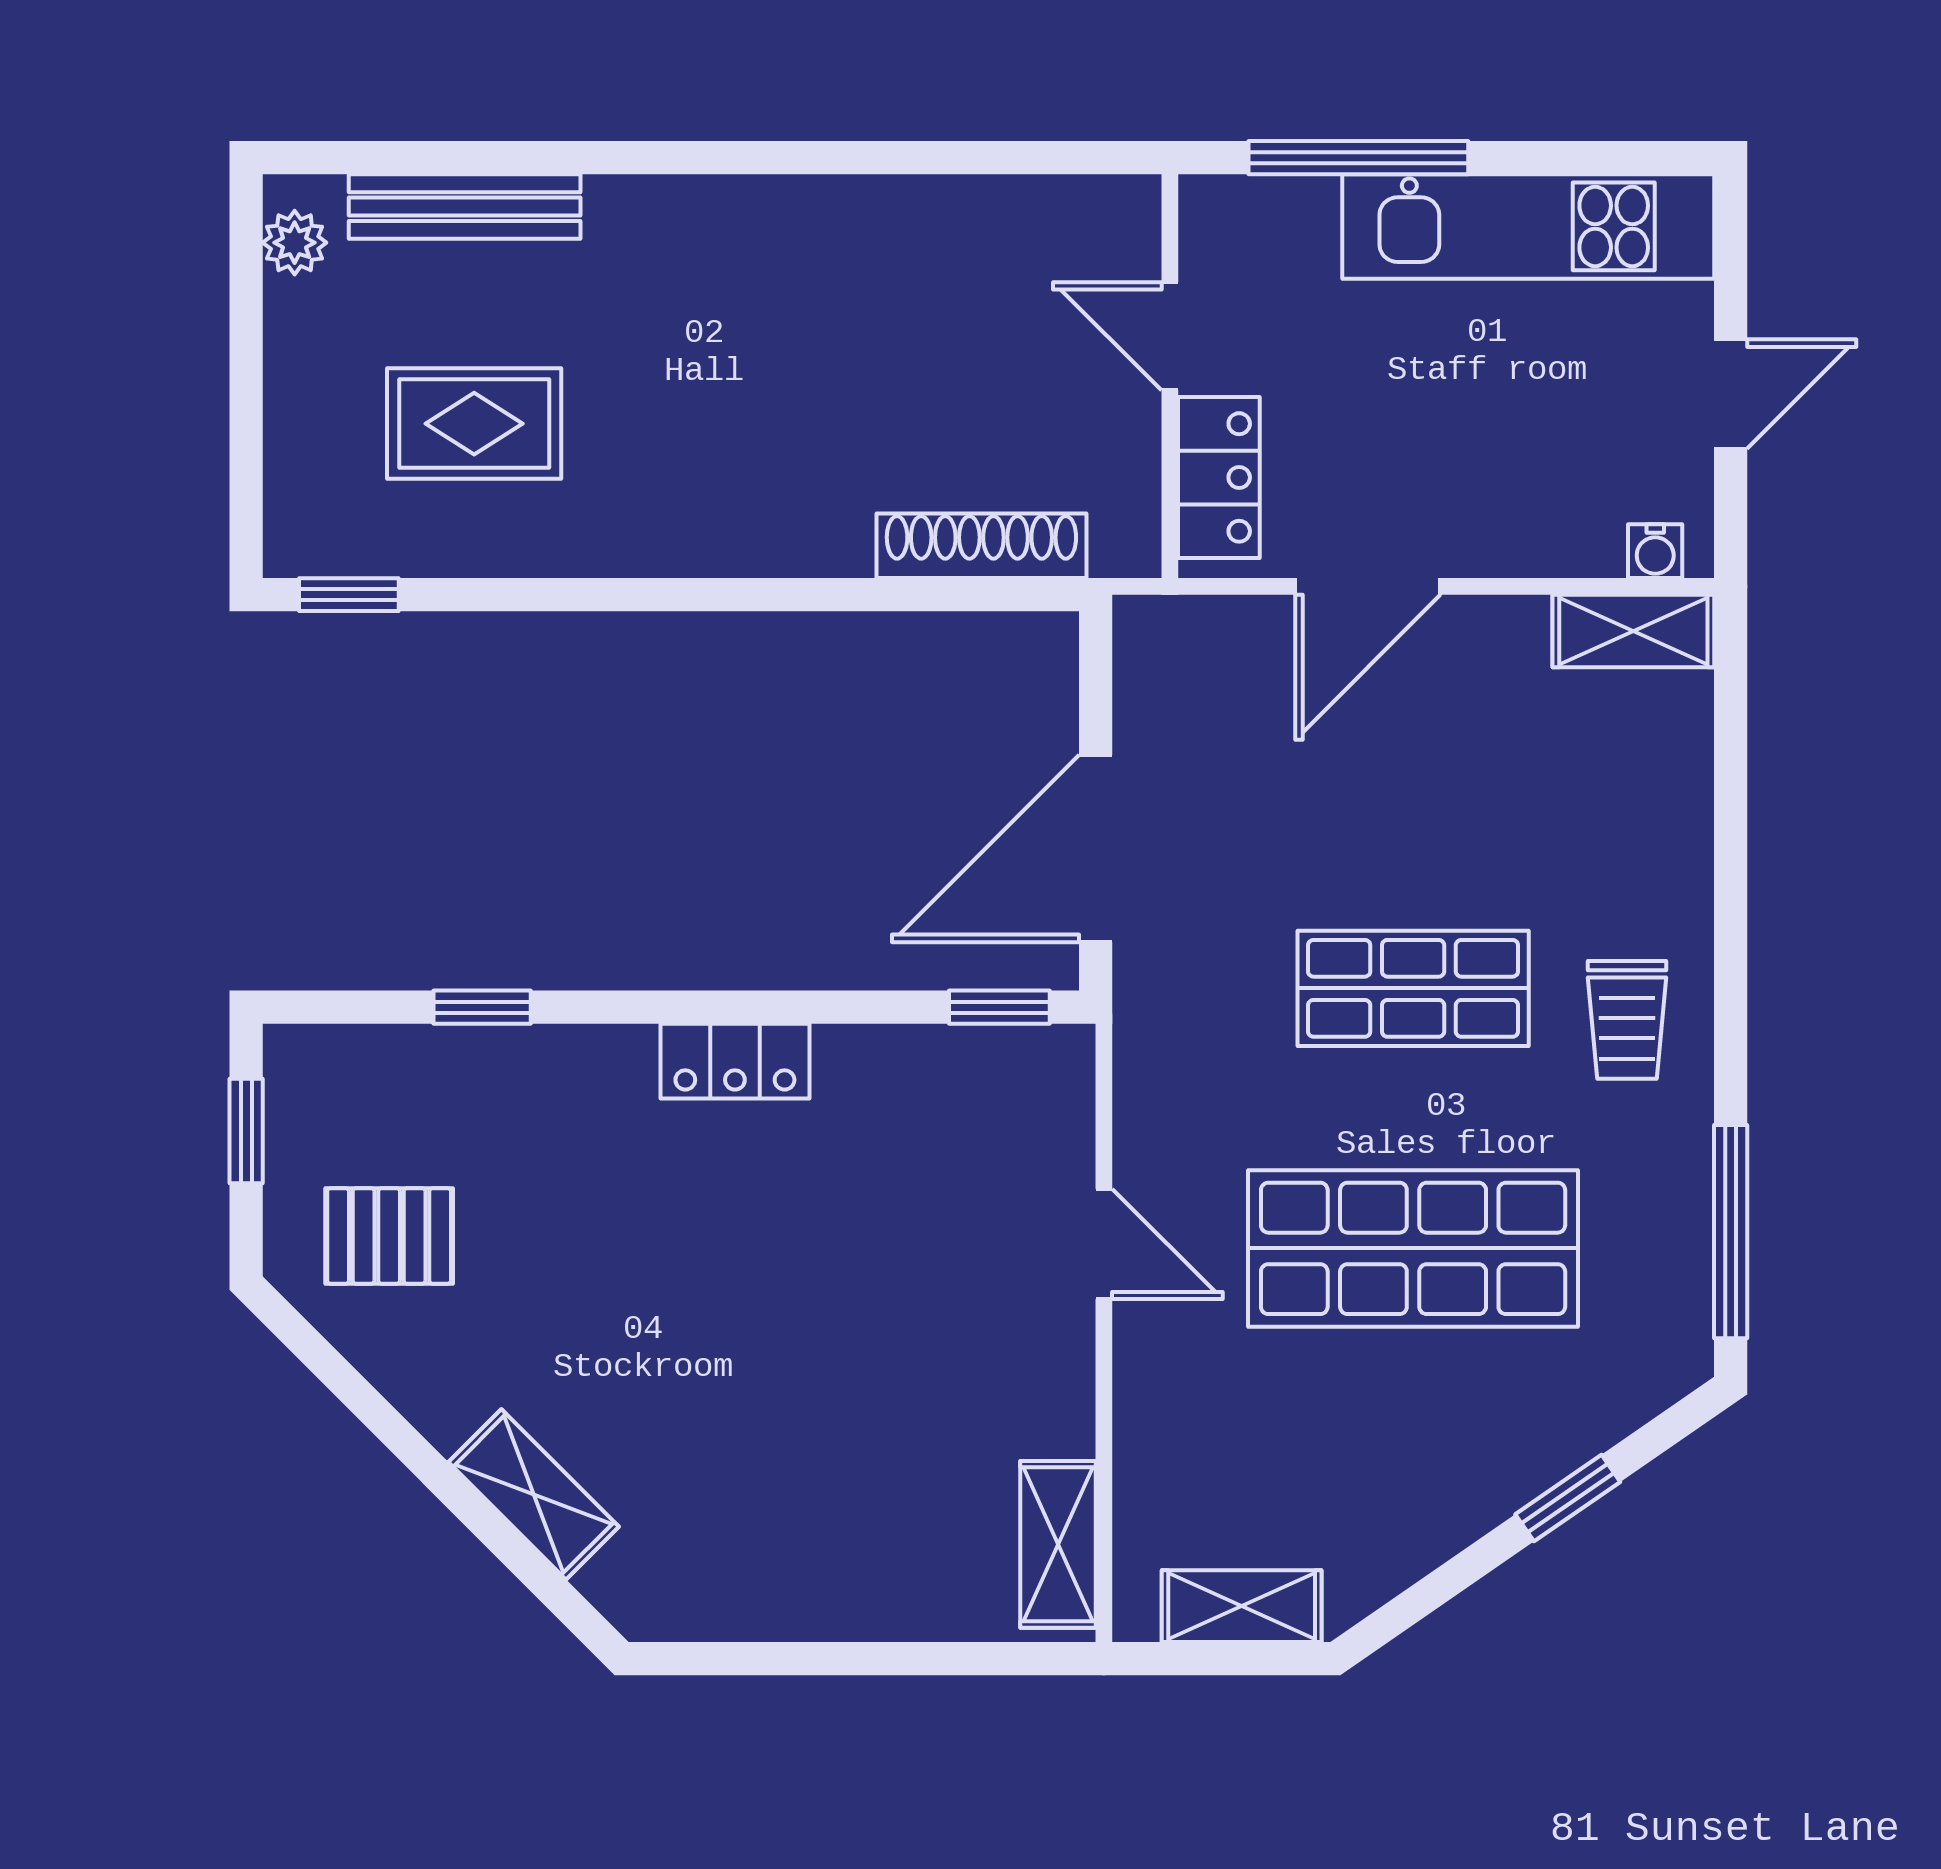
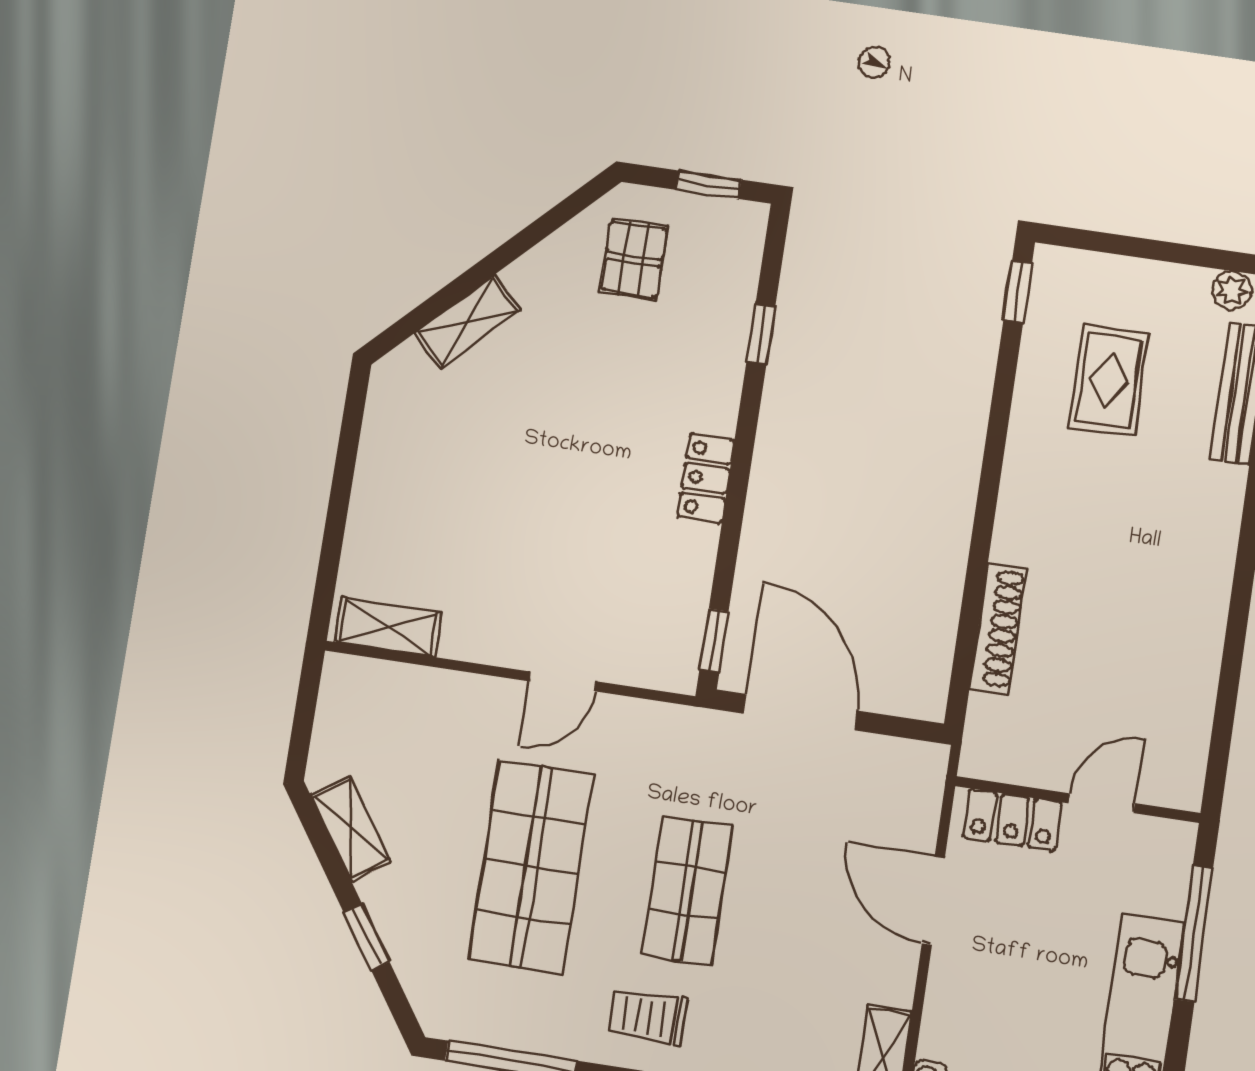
shoe rack: (981, 546) -> (998, 628), moved
shelving: (1242, 1606) -> (350, 829), moved, turned -35

